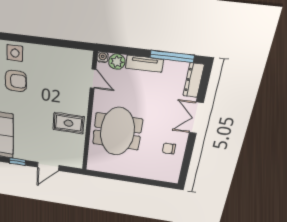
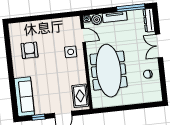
side table: (15, 53) -> (71, 52), moved
armchair: (16, 81) -> (29, 50), turned -90
rug: (69, 123) -> (80, 96), moved, turned 90
meeting table: (117, 132) -> (109, 71), width x1.36

